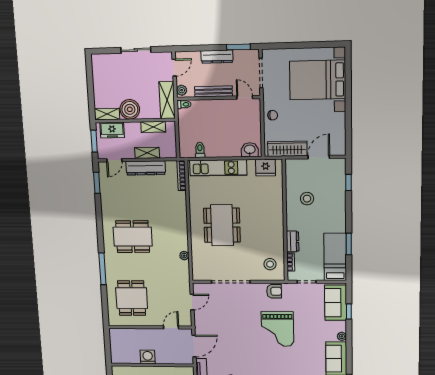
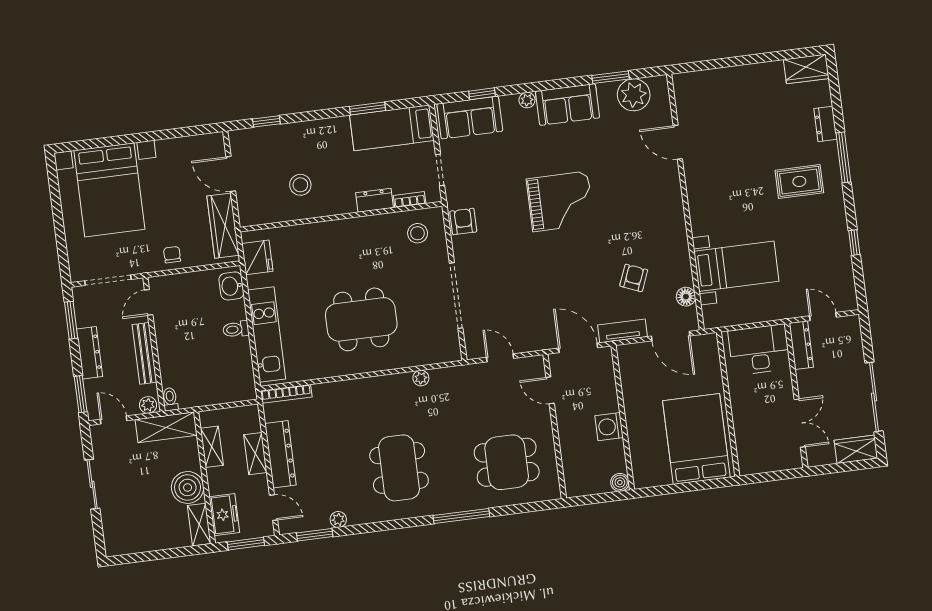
window: (192, 48) -> (81, 394), added
toilet: (200, 150) -> (236, 329), moved
plant: (105, 198) -> (338, 519), added
grand piano: (277, 329) -> (560, 201), moved
boiler: (116, 359) -> (620, 482), added

